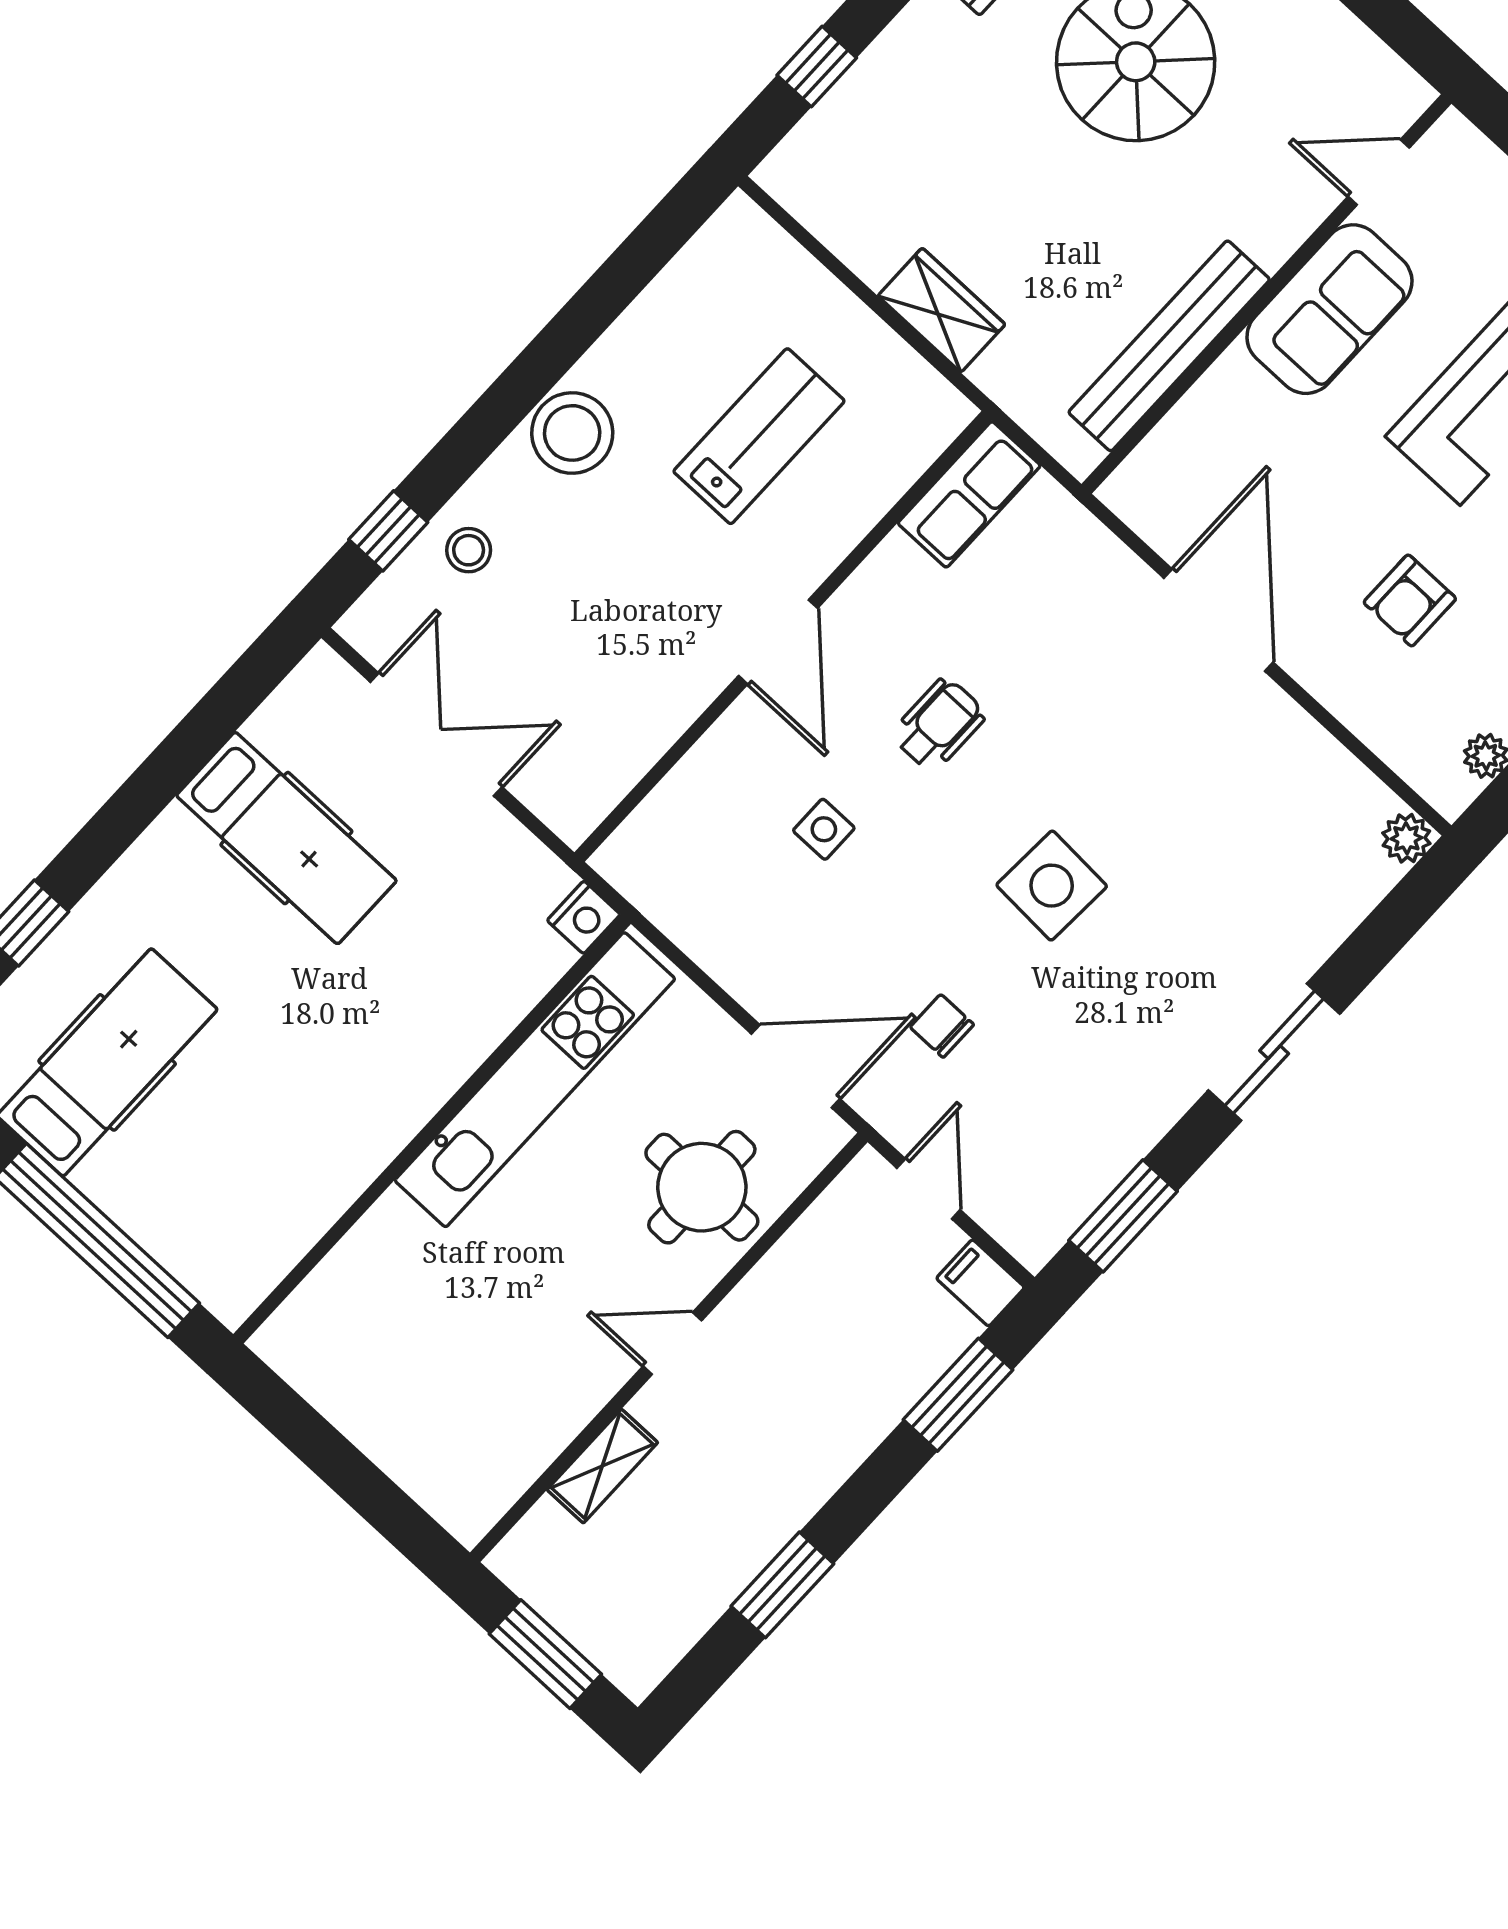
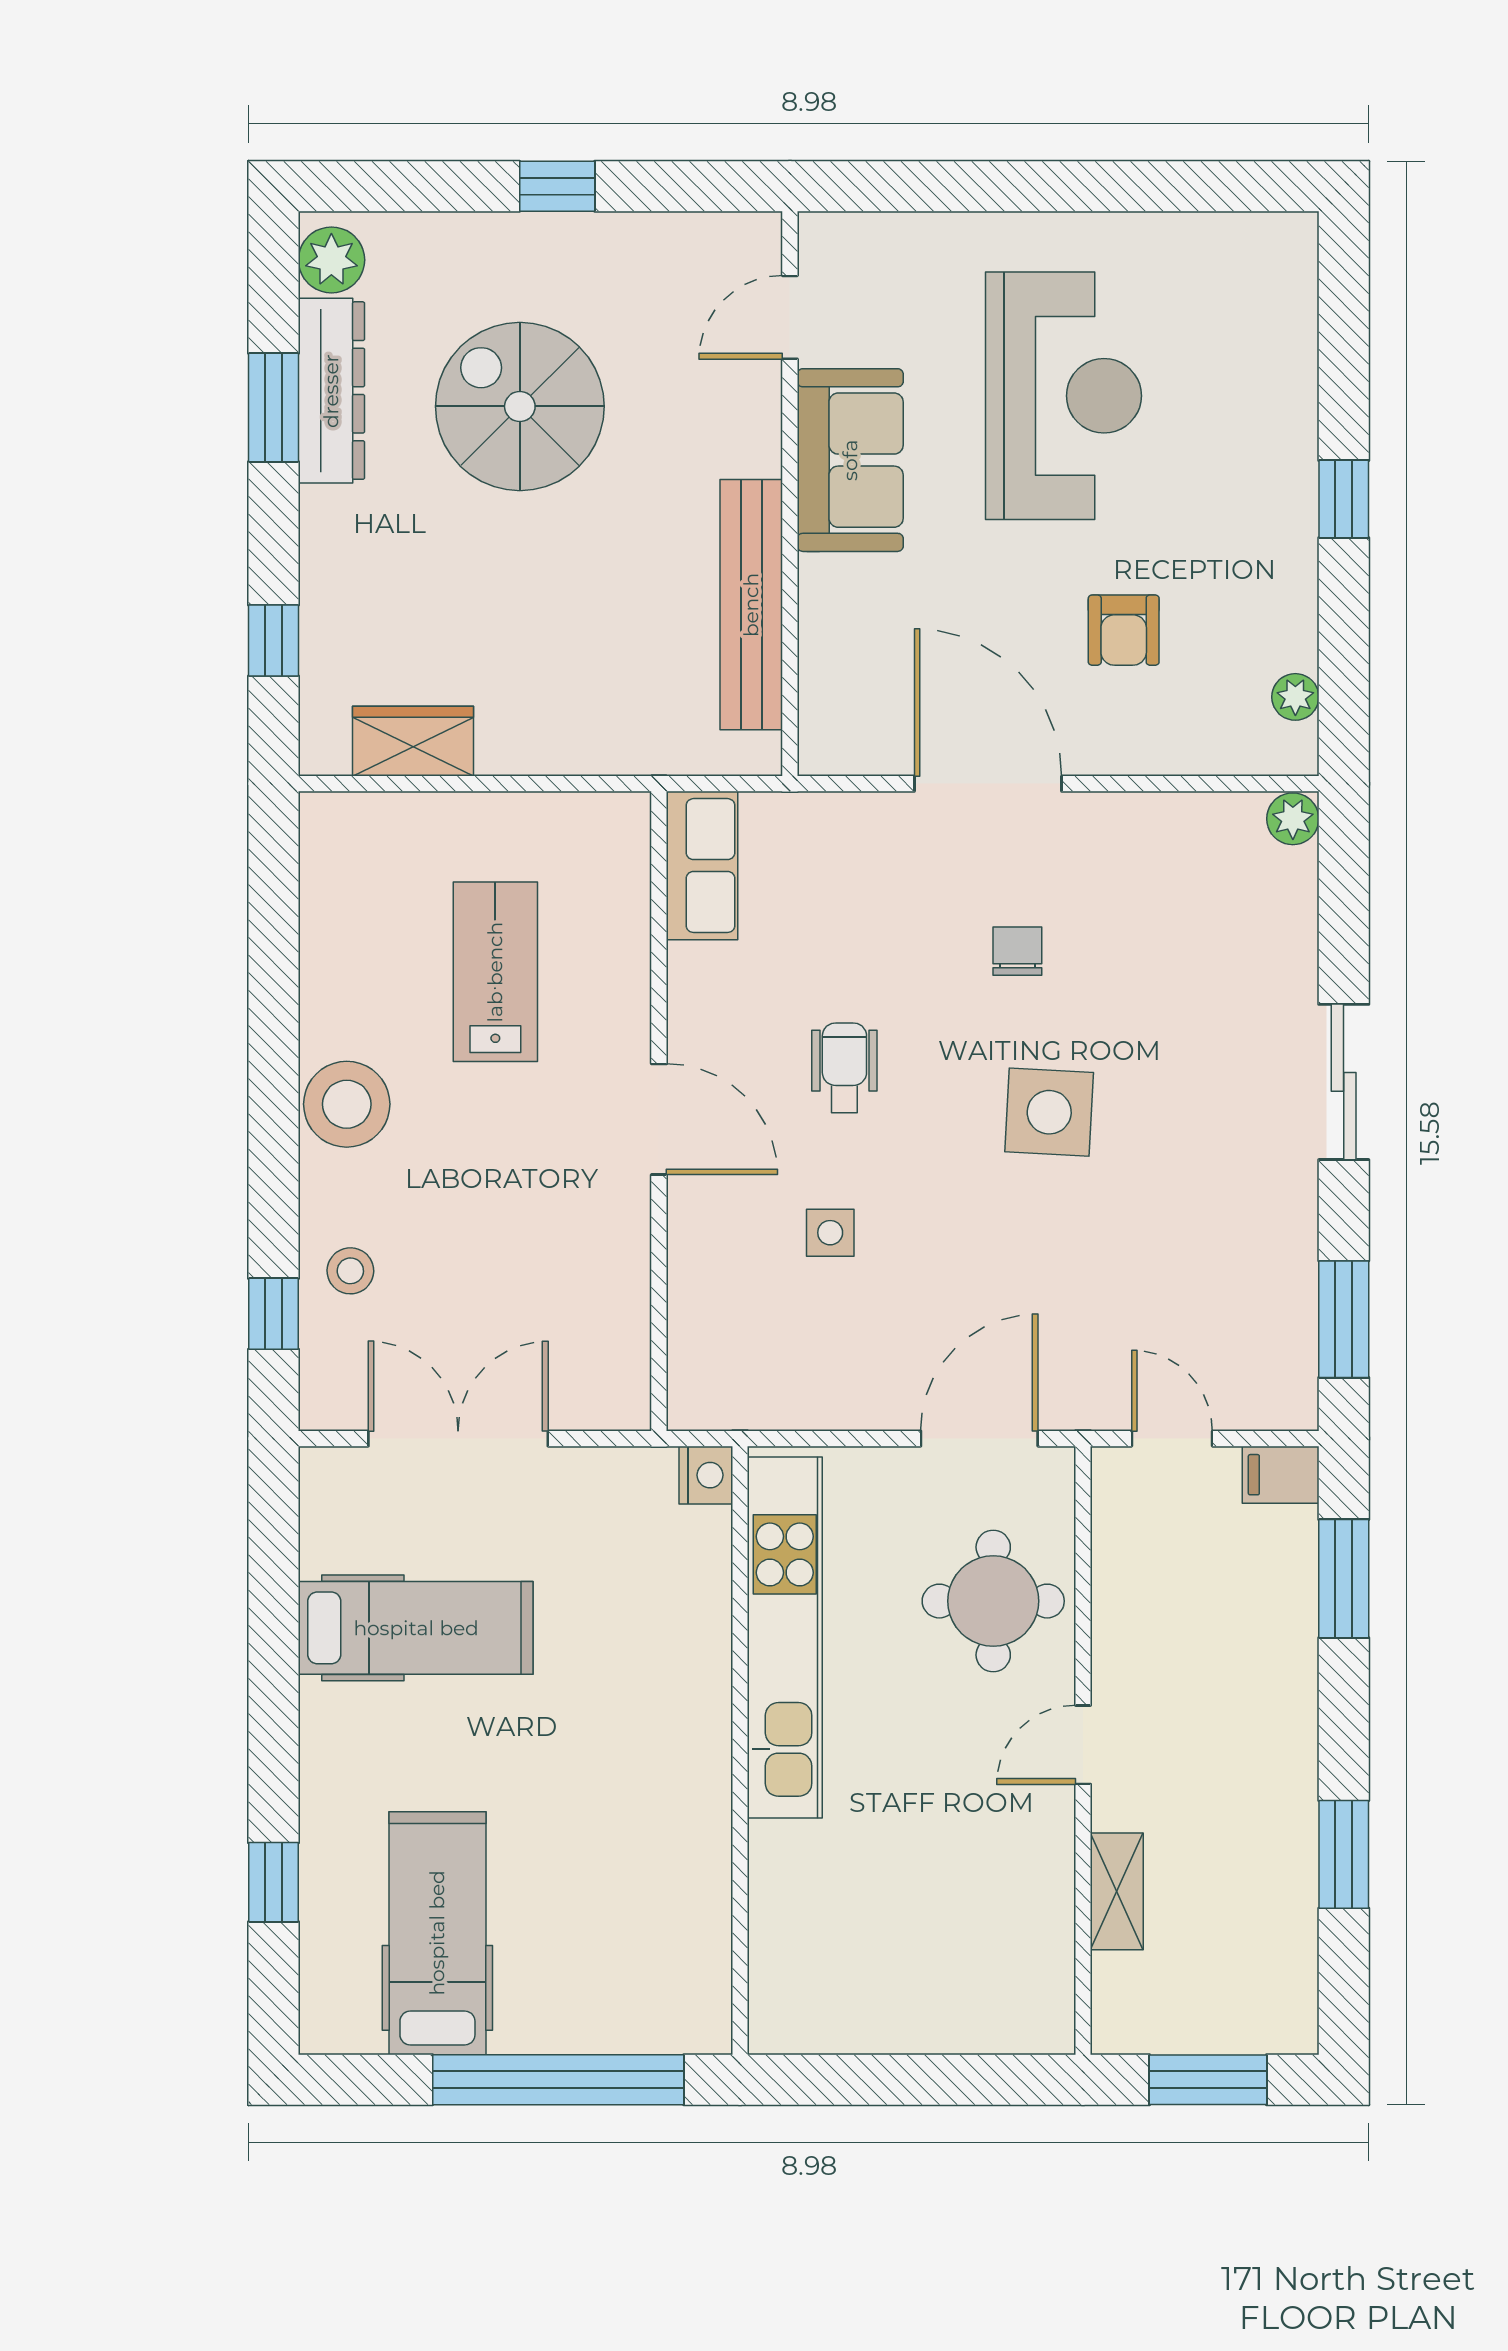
wardrobe: (942, 310) -> (413, 741), moved
chair: (942, 1026) -> (1017, 951), moved, turned 90

